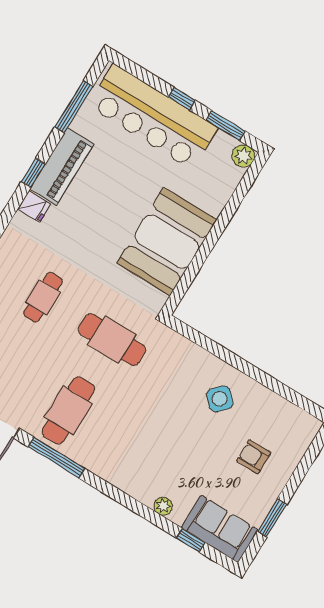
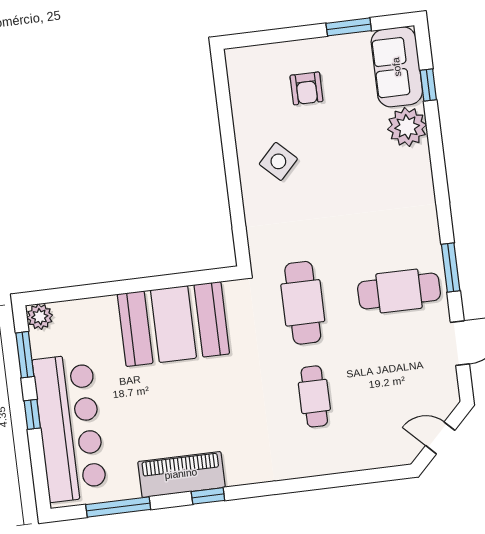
fridge: (34, 206) -> (238, 471), removed
cafe table: (43, 297) -> (314, 396), turned 90
window: (56, 458) -> (451, 268), width x0.69
plant: (163, 506) -> (407, 127), width x1.88, depth x1.88

